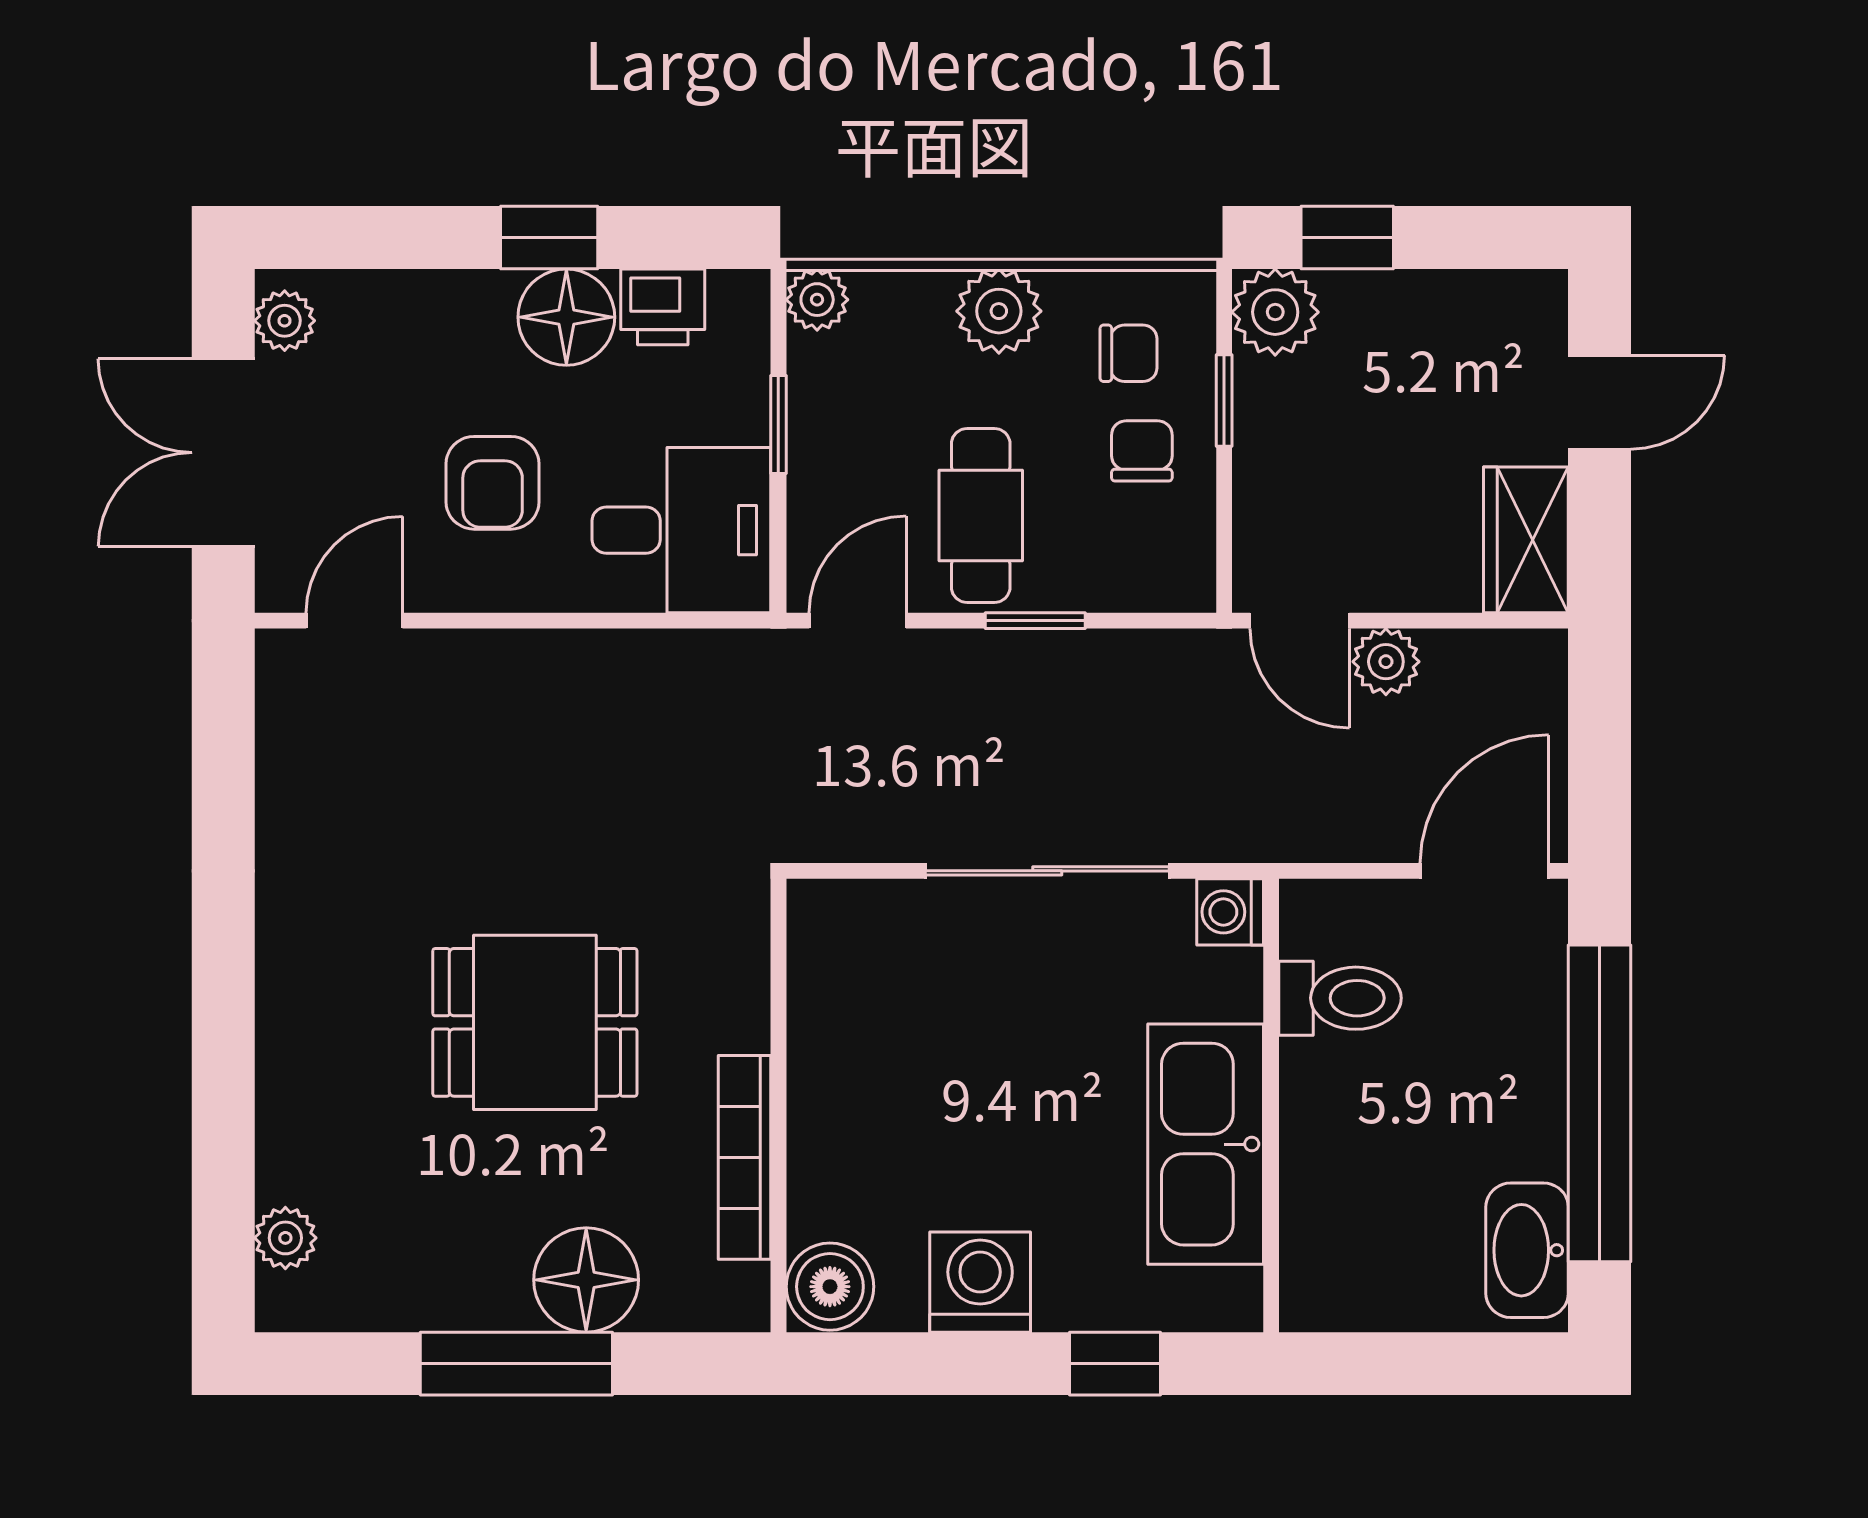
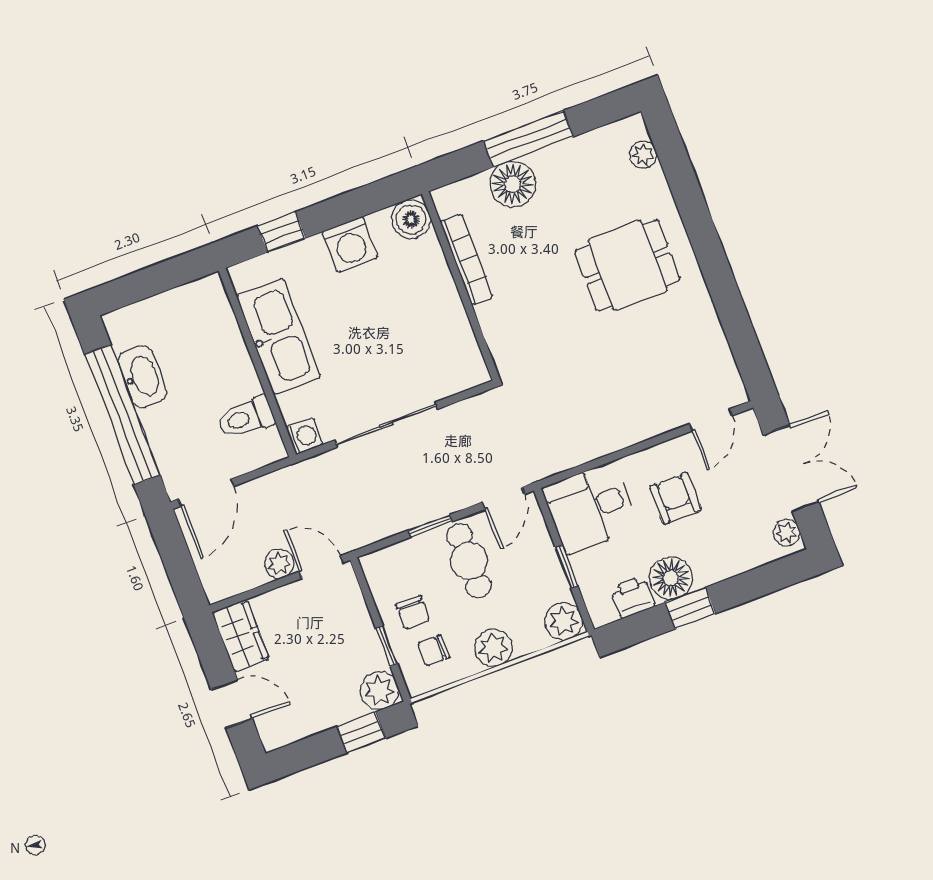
plant: (817, 300) -> (564, 621), width x1.38, depth x1.38
door: (1600, 402) -> (232, 704), swing flipped
dining table: (535, 1022) -> (627, 265), moved
washbasin: (1527, 1250) -> (142, 377), moved

